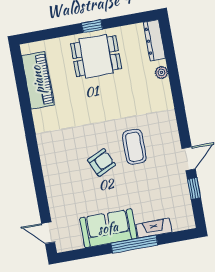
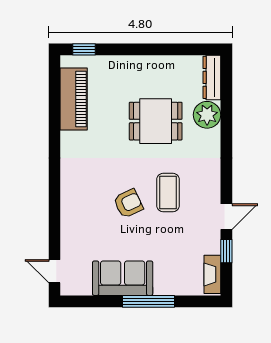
window: (92, 26) -> (84, 49), moved
dining table: (96, 56) -> (156, 121), moved
plant: (162, 72) -> (207, 115), width x1.87, depth x1.87
fireplace: (154, 228) -> (212, 274), moved, turned -90

